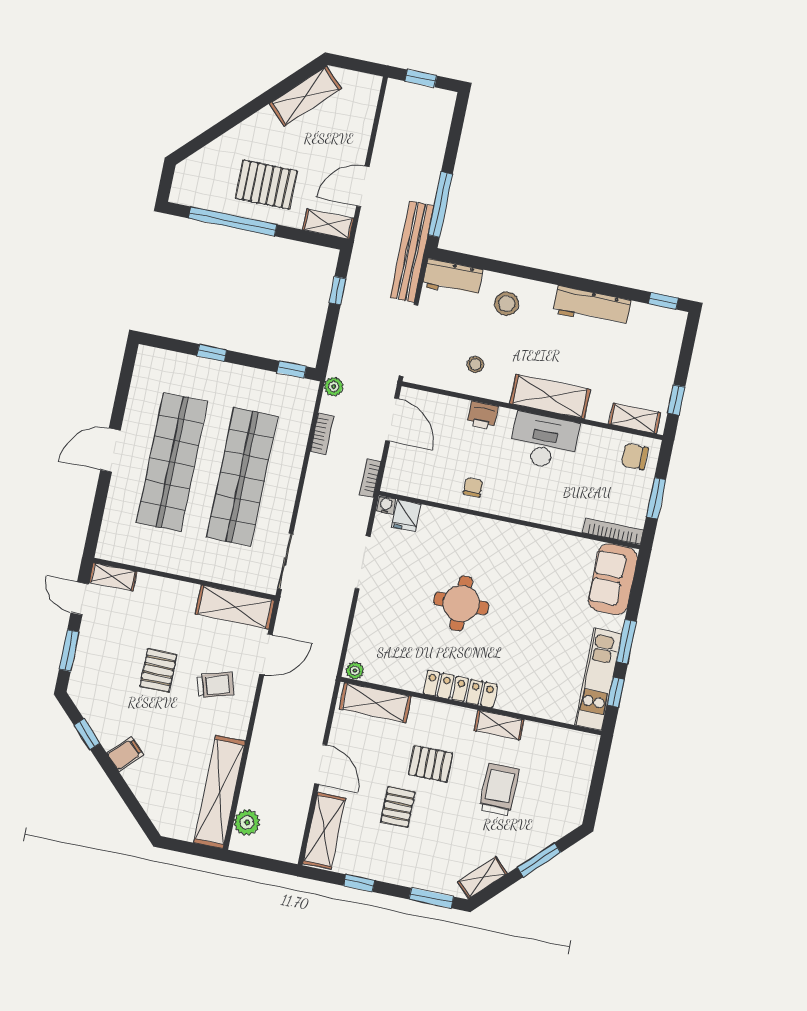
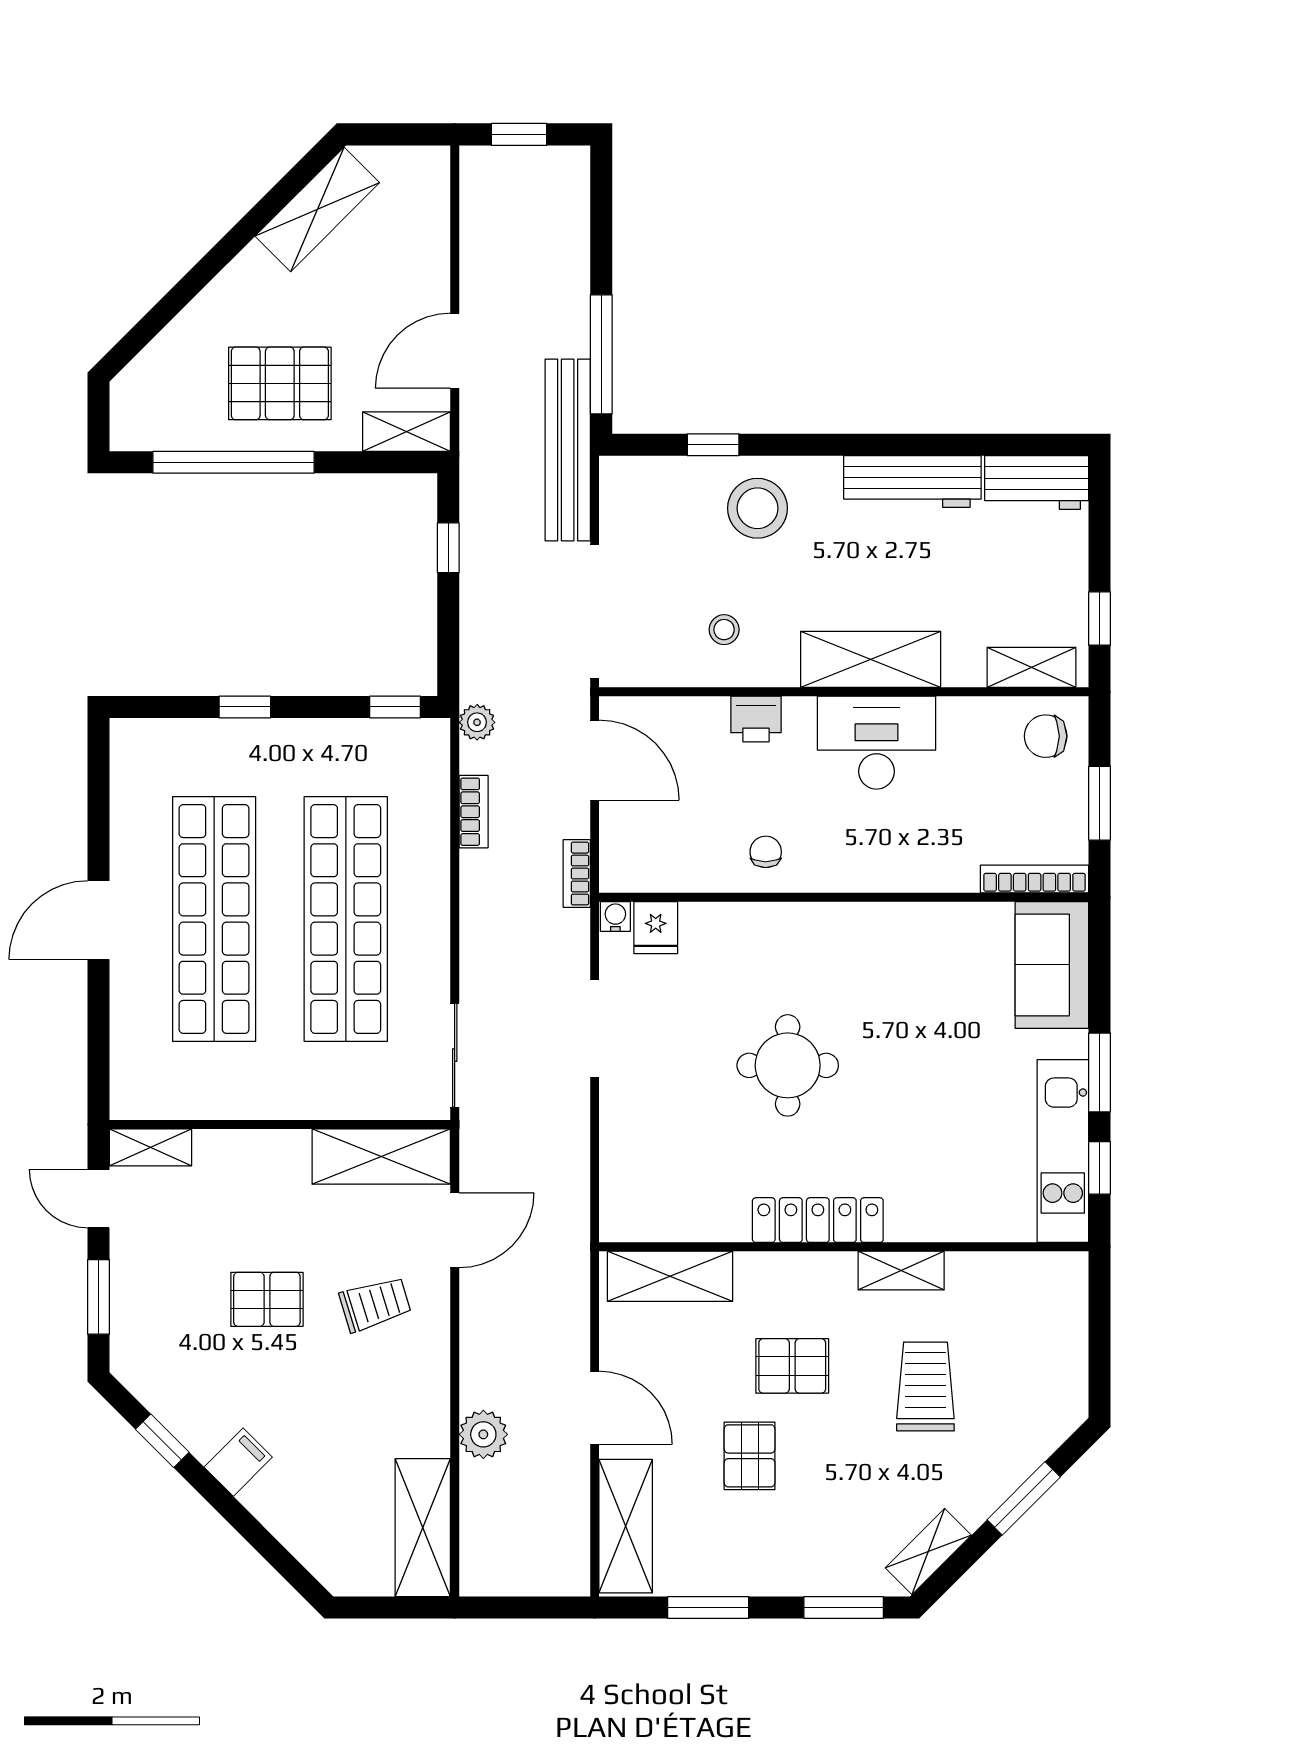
workbench: (453, 278) -> (1037, 482), moved
window: (663, 301) -> (713, 445), moved
stool: (507, 304) -> (757, 508), width x1.38, depth x1.38
pallet: (158, 671) -> (267, 1299), turned 90
plant: (355, 671) -> (621, 1226), removed
shelving: (220, 792) -> (423, 1528), width x0.68
plant: (247, 822) -> (483, 1434), moved
window: (359, 883) -> (708, 1607), width x1.50

